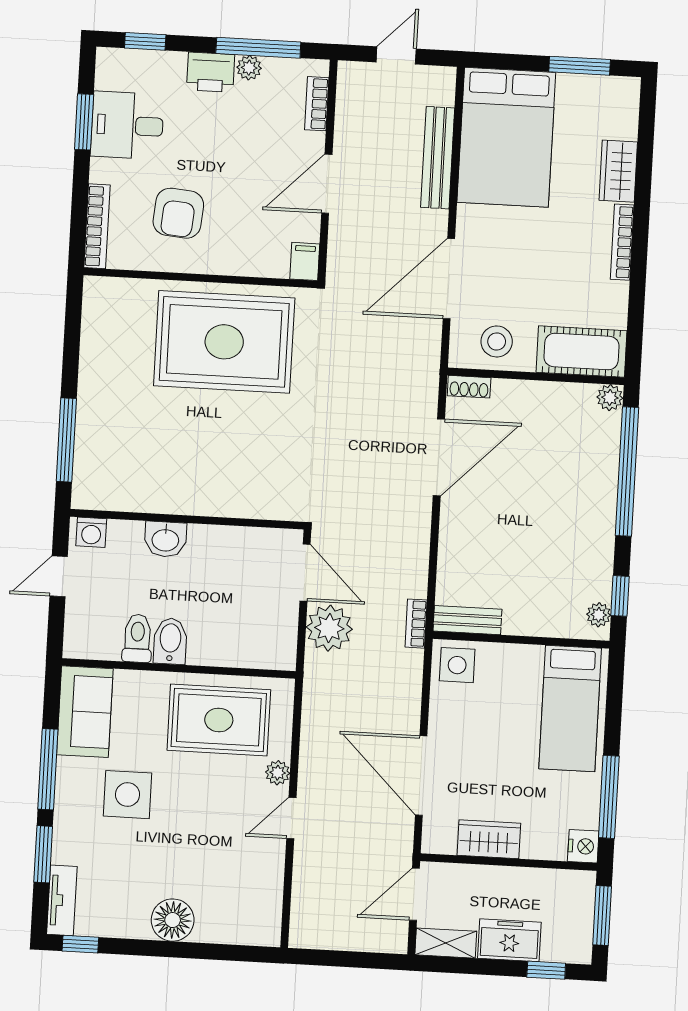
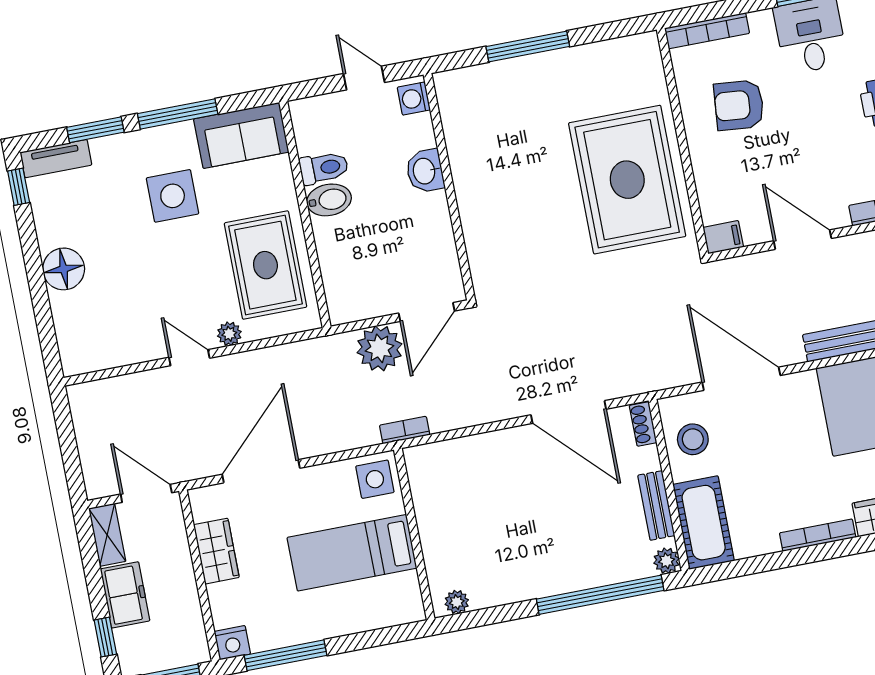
window: (66, 440) -> (528, 47), moved
window: (620, 596) -> (480, 618), removed
bench: (467, 620) -> (656, 505), moved
bed: (570, 708) -> (352, 553), moved

